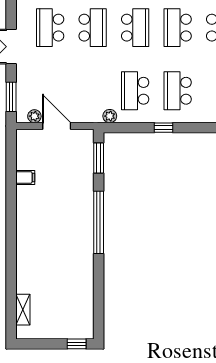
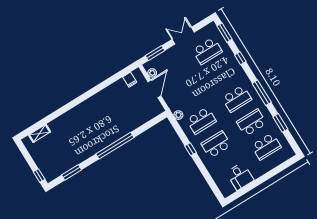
school desk: (50, 28) -> (207, 51), turned 180
school desk: (93, 28) -> (222, 75), removed
school desk: (135, 91) -> (201, 121), turned 180
window: (99, 158) -> (72, 172), moved
filing cabinet: (25, 177) -> (130, 80), moved

